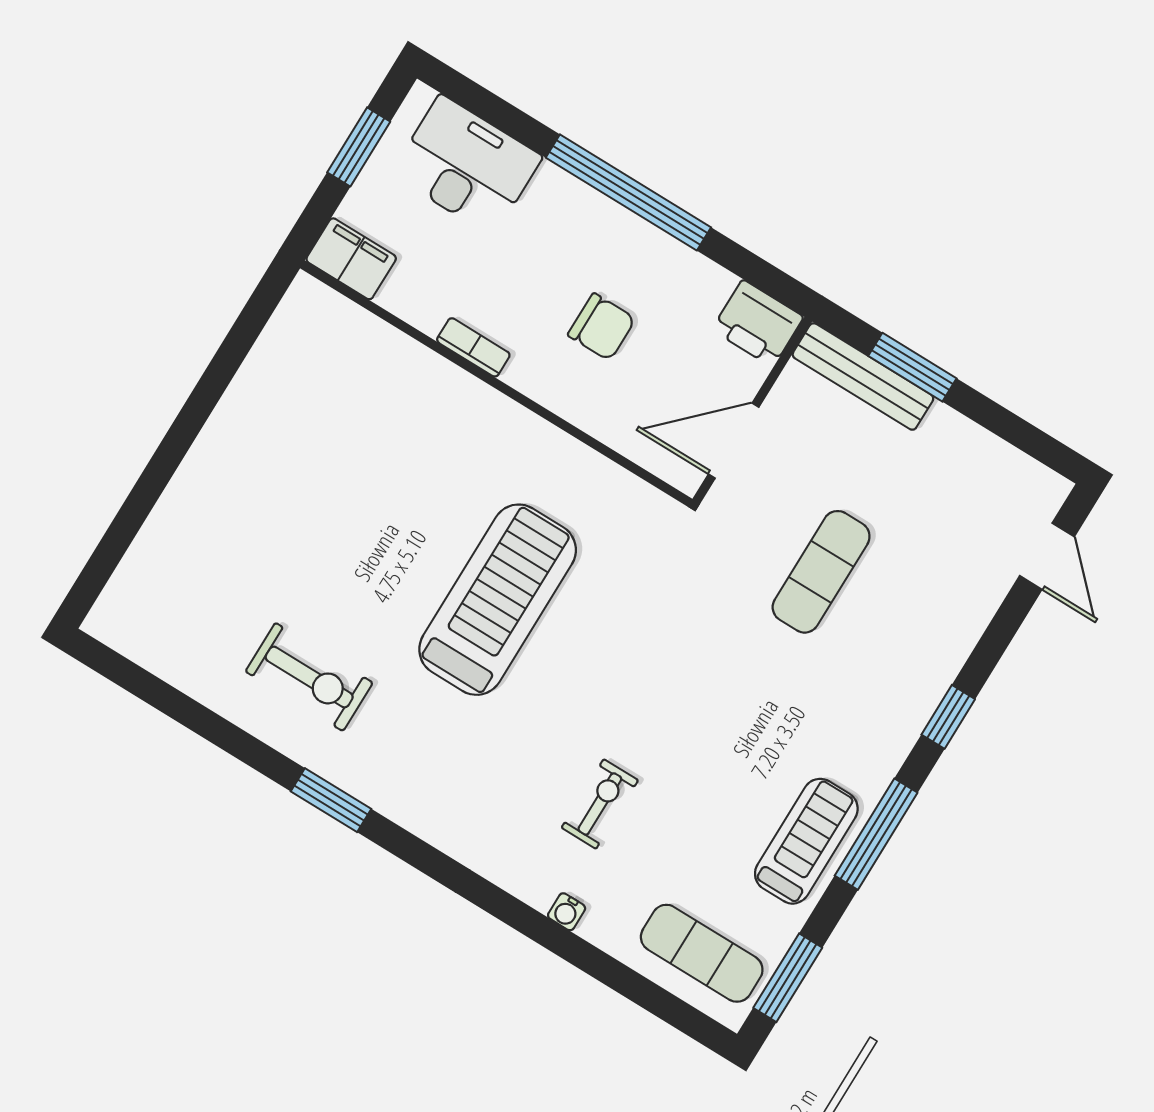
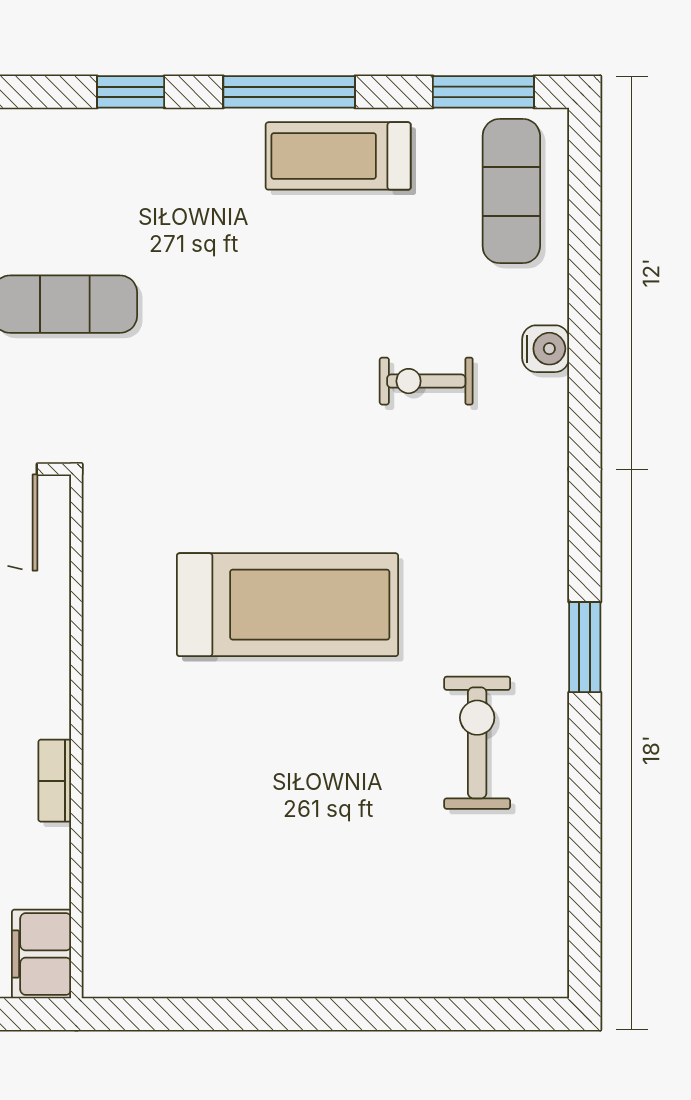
treadmill: (498, 600) -> (288, 605), turned 180
water cooler: (567, 912) -> (546, 349), width x1.38, depth x1.38

